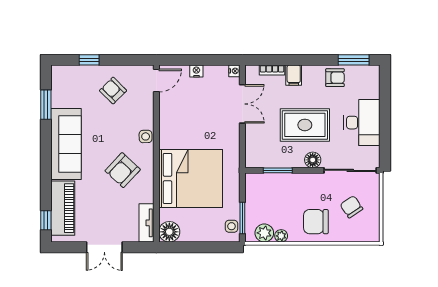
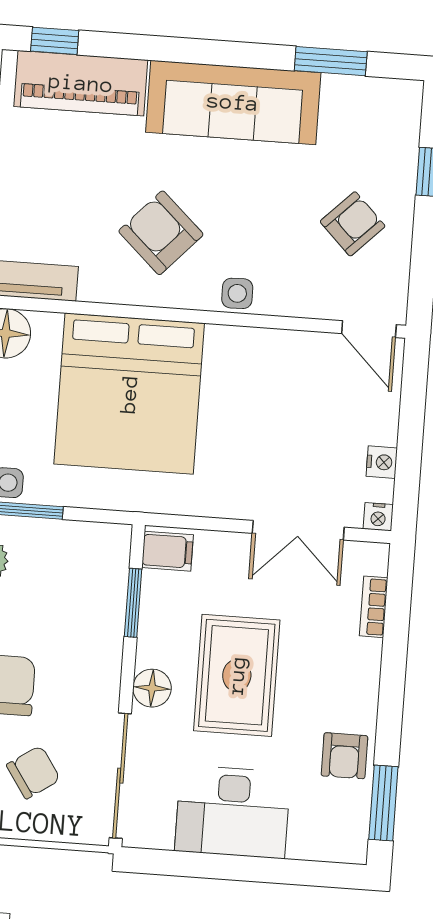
nightstand: (196, 71) -> (382, 462), moved
filing cabinet: (294, 75) -> (167, 551), moved, turned 180

